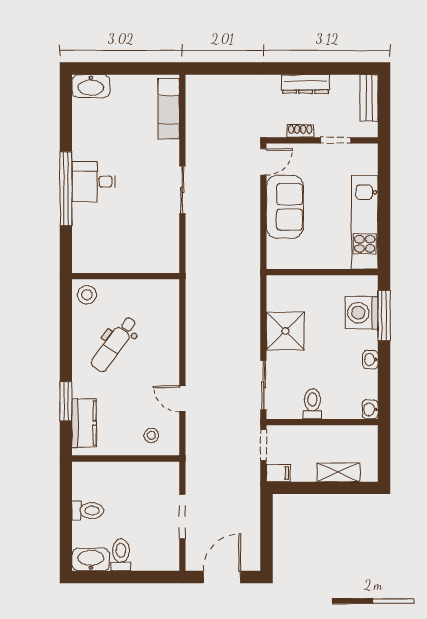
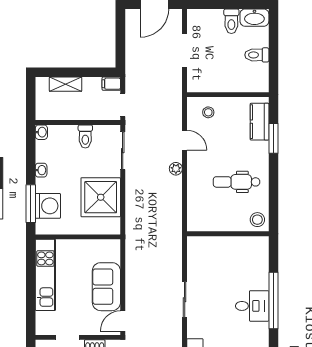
shower: (285, 331) -> (101, 197), width x1.37, depth x1.37
dental chair: (114, 344) -> (237, 182), turned -126
plant: (194, 361) -> (176, 169), added

